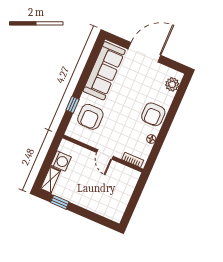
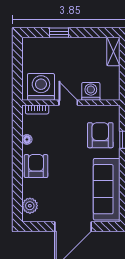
washing machine: (61, 161) -> (91, 91), moved, turned 90
washing machine: (121, 177) -> (41, 87), added
window: (60, 202) -> (59, 33), moved

